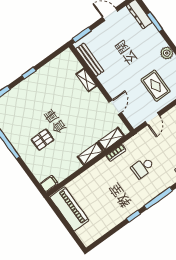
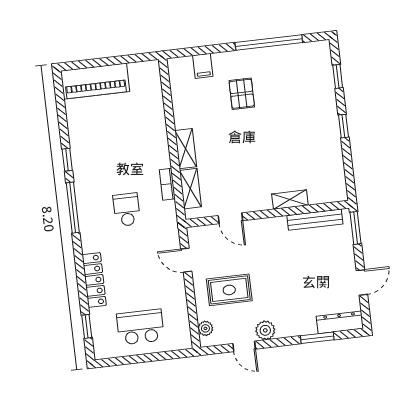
filing cabinet: (49, 184) -> (203, 66), moved
piano: (69, 209) -> (95, 81), moved

